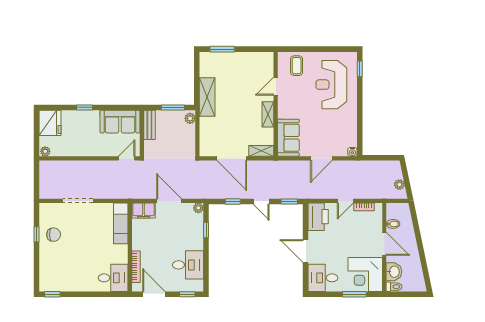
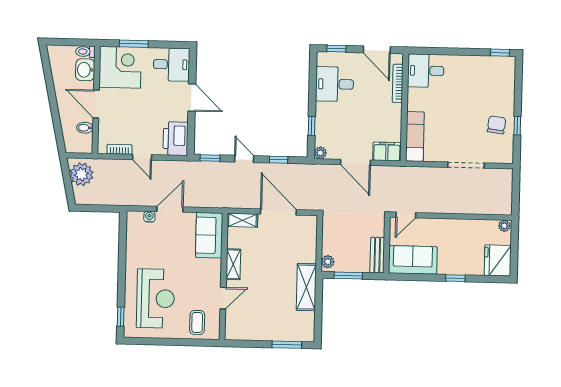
water cooler: (352, 152) -> (149, 217), moved
plant: (399, 185) -> (81, 174), width x1.88, depth x1.88
door: (345, 201) -> (142, 157), swing flipped
chair: (54, 235) -> (497, 125), turned 97

